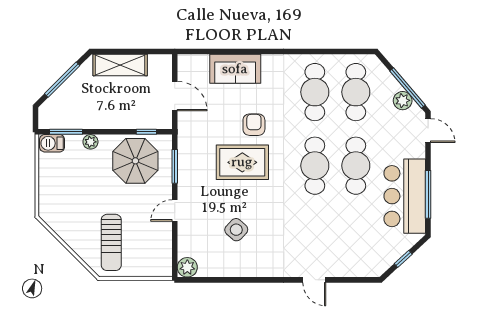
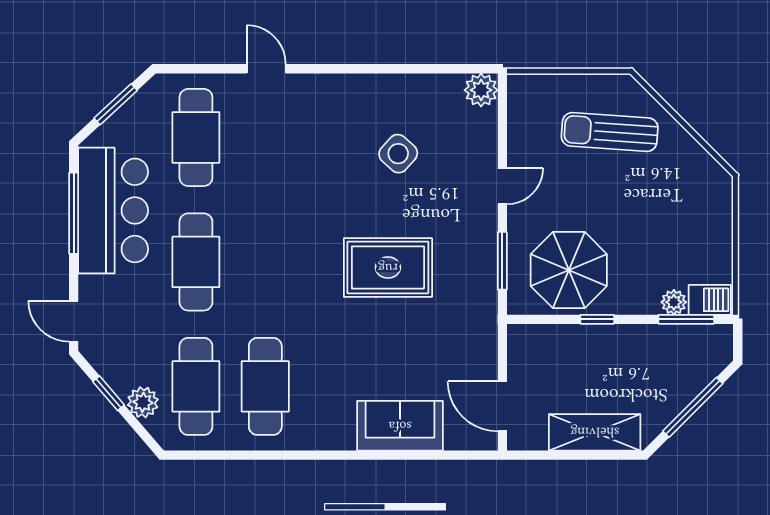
window: (407, 88) -> (109, 393), width x0.46
door: (175, 96) -> (502, 406), moved
plant: (403, 101) -> (143, 402), moved
armchair: (254, 125) -> (368, 331), removed
window: (146, 132) -> (597, 319), moved
plant: (90, 142) -> (674, 302), moved
cafe table: (315, 166) -> (196, 137), moved
sun lounger: (111, 242) -> (610, 132), turned -86
window: (403, 259) -> (116, 104), width x1.50

